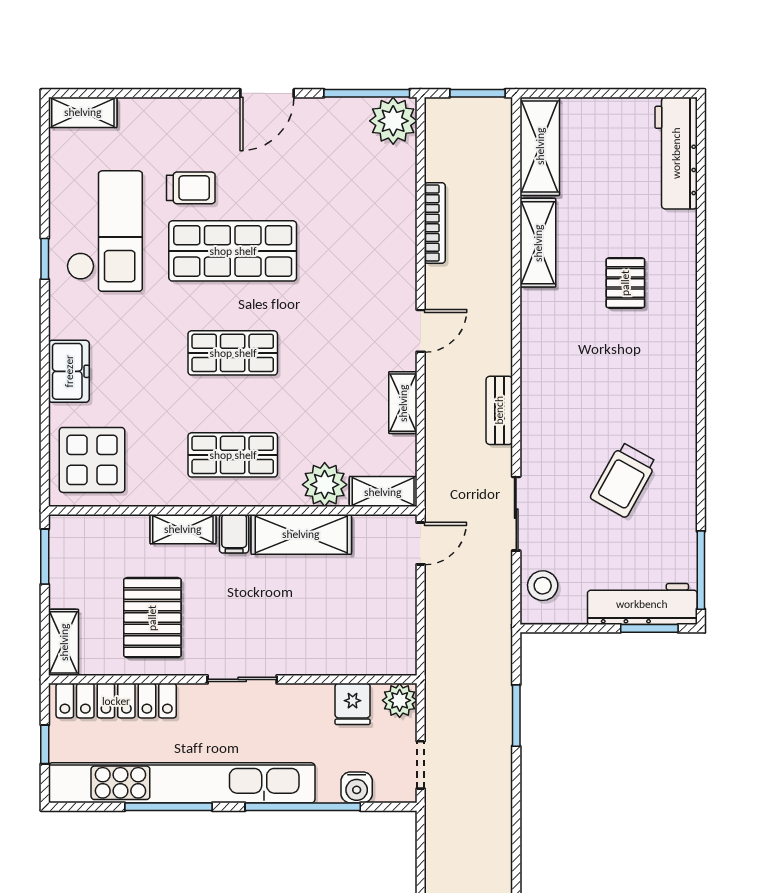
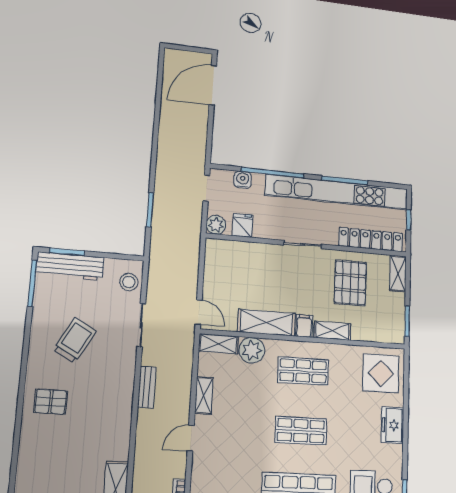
pallet: (625, 283) -> (51, 402), moved, turned 90
door: (421, 544) -> (199, 312), swing flipped

